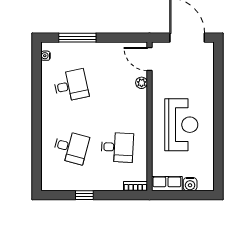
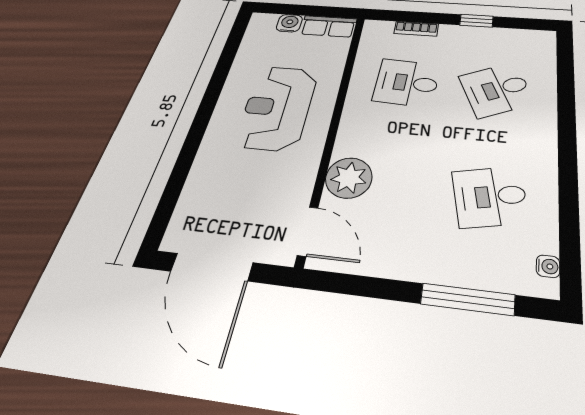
plant: (142, 83) -> (349, 178), width x1.87, depth x1.87
desk: (71, 147) -> (497, 90), turned -39
bookcase: (135, 186) -> (416, 29), moved

